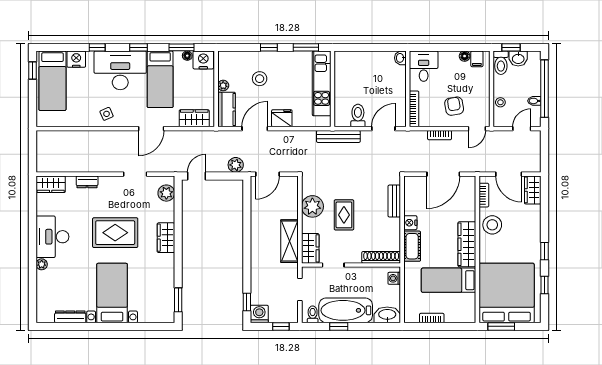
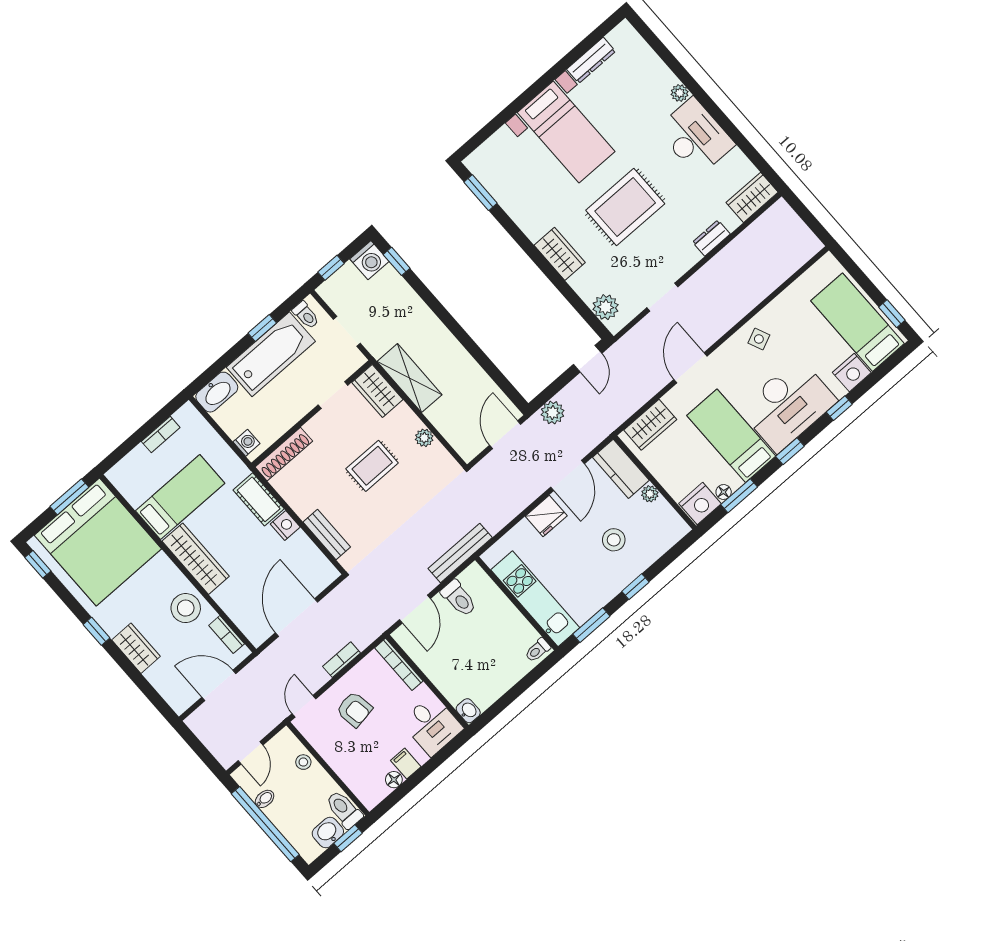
toilet: (342, 58) -> (538, 650), added
filing cabinet: (477, 59) -> (406, 764), moved
wardrobe: (533, 190) -> (136, 648), moved
plant: (312, 206) -> (424, 438), width x0.53, depth x0.53
rug: (344, 215) -> (372, 466), turned 90
window: (544, 285) -> (38, 564), moved

